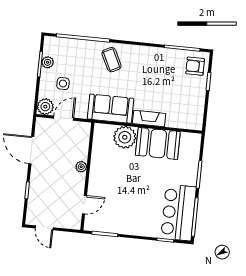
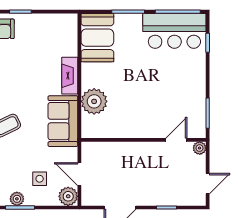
booth: (158, 143) -> (97, 38), moved
plant: (81, 167) -> (200, 148), moved
door: (84, 205) -> (176, 140), hinge flipped

